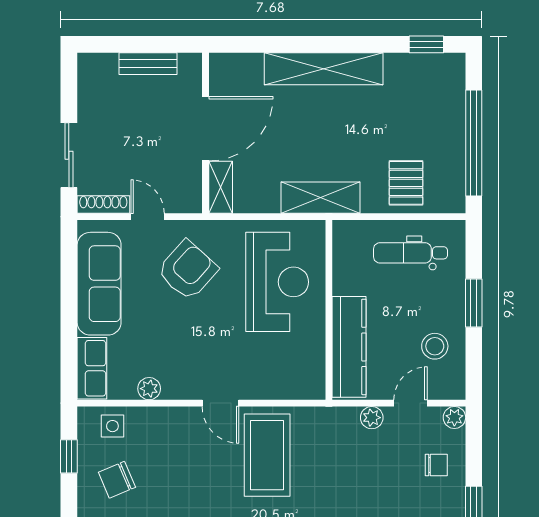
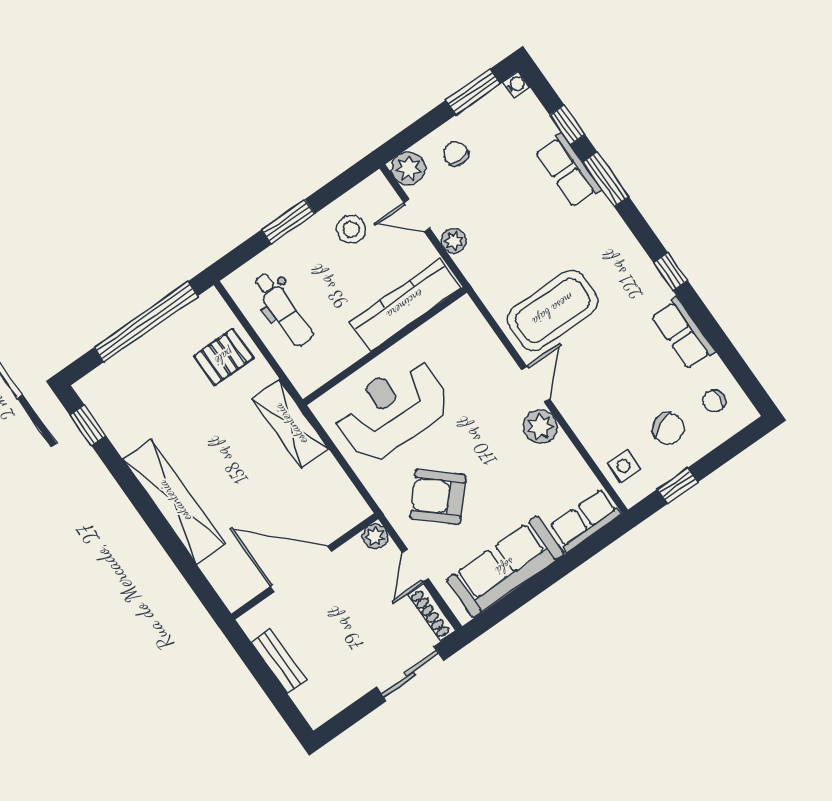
shelving: (221, 187) -> (344, 519), removed
plant: (191, 202) -> (375, 536), added
plant: (149, 389) -> (540, 427), moved, width x1.38, depth x1.38
plant: (454, 417) -> (408, 168), width x1.38, depth x1.38

